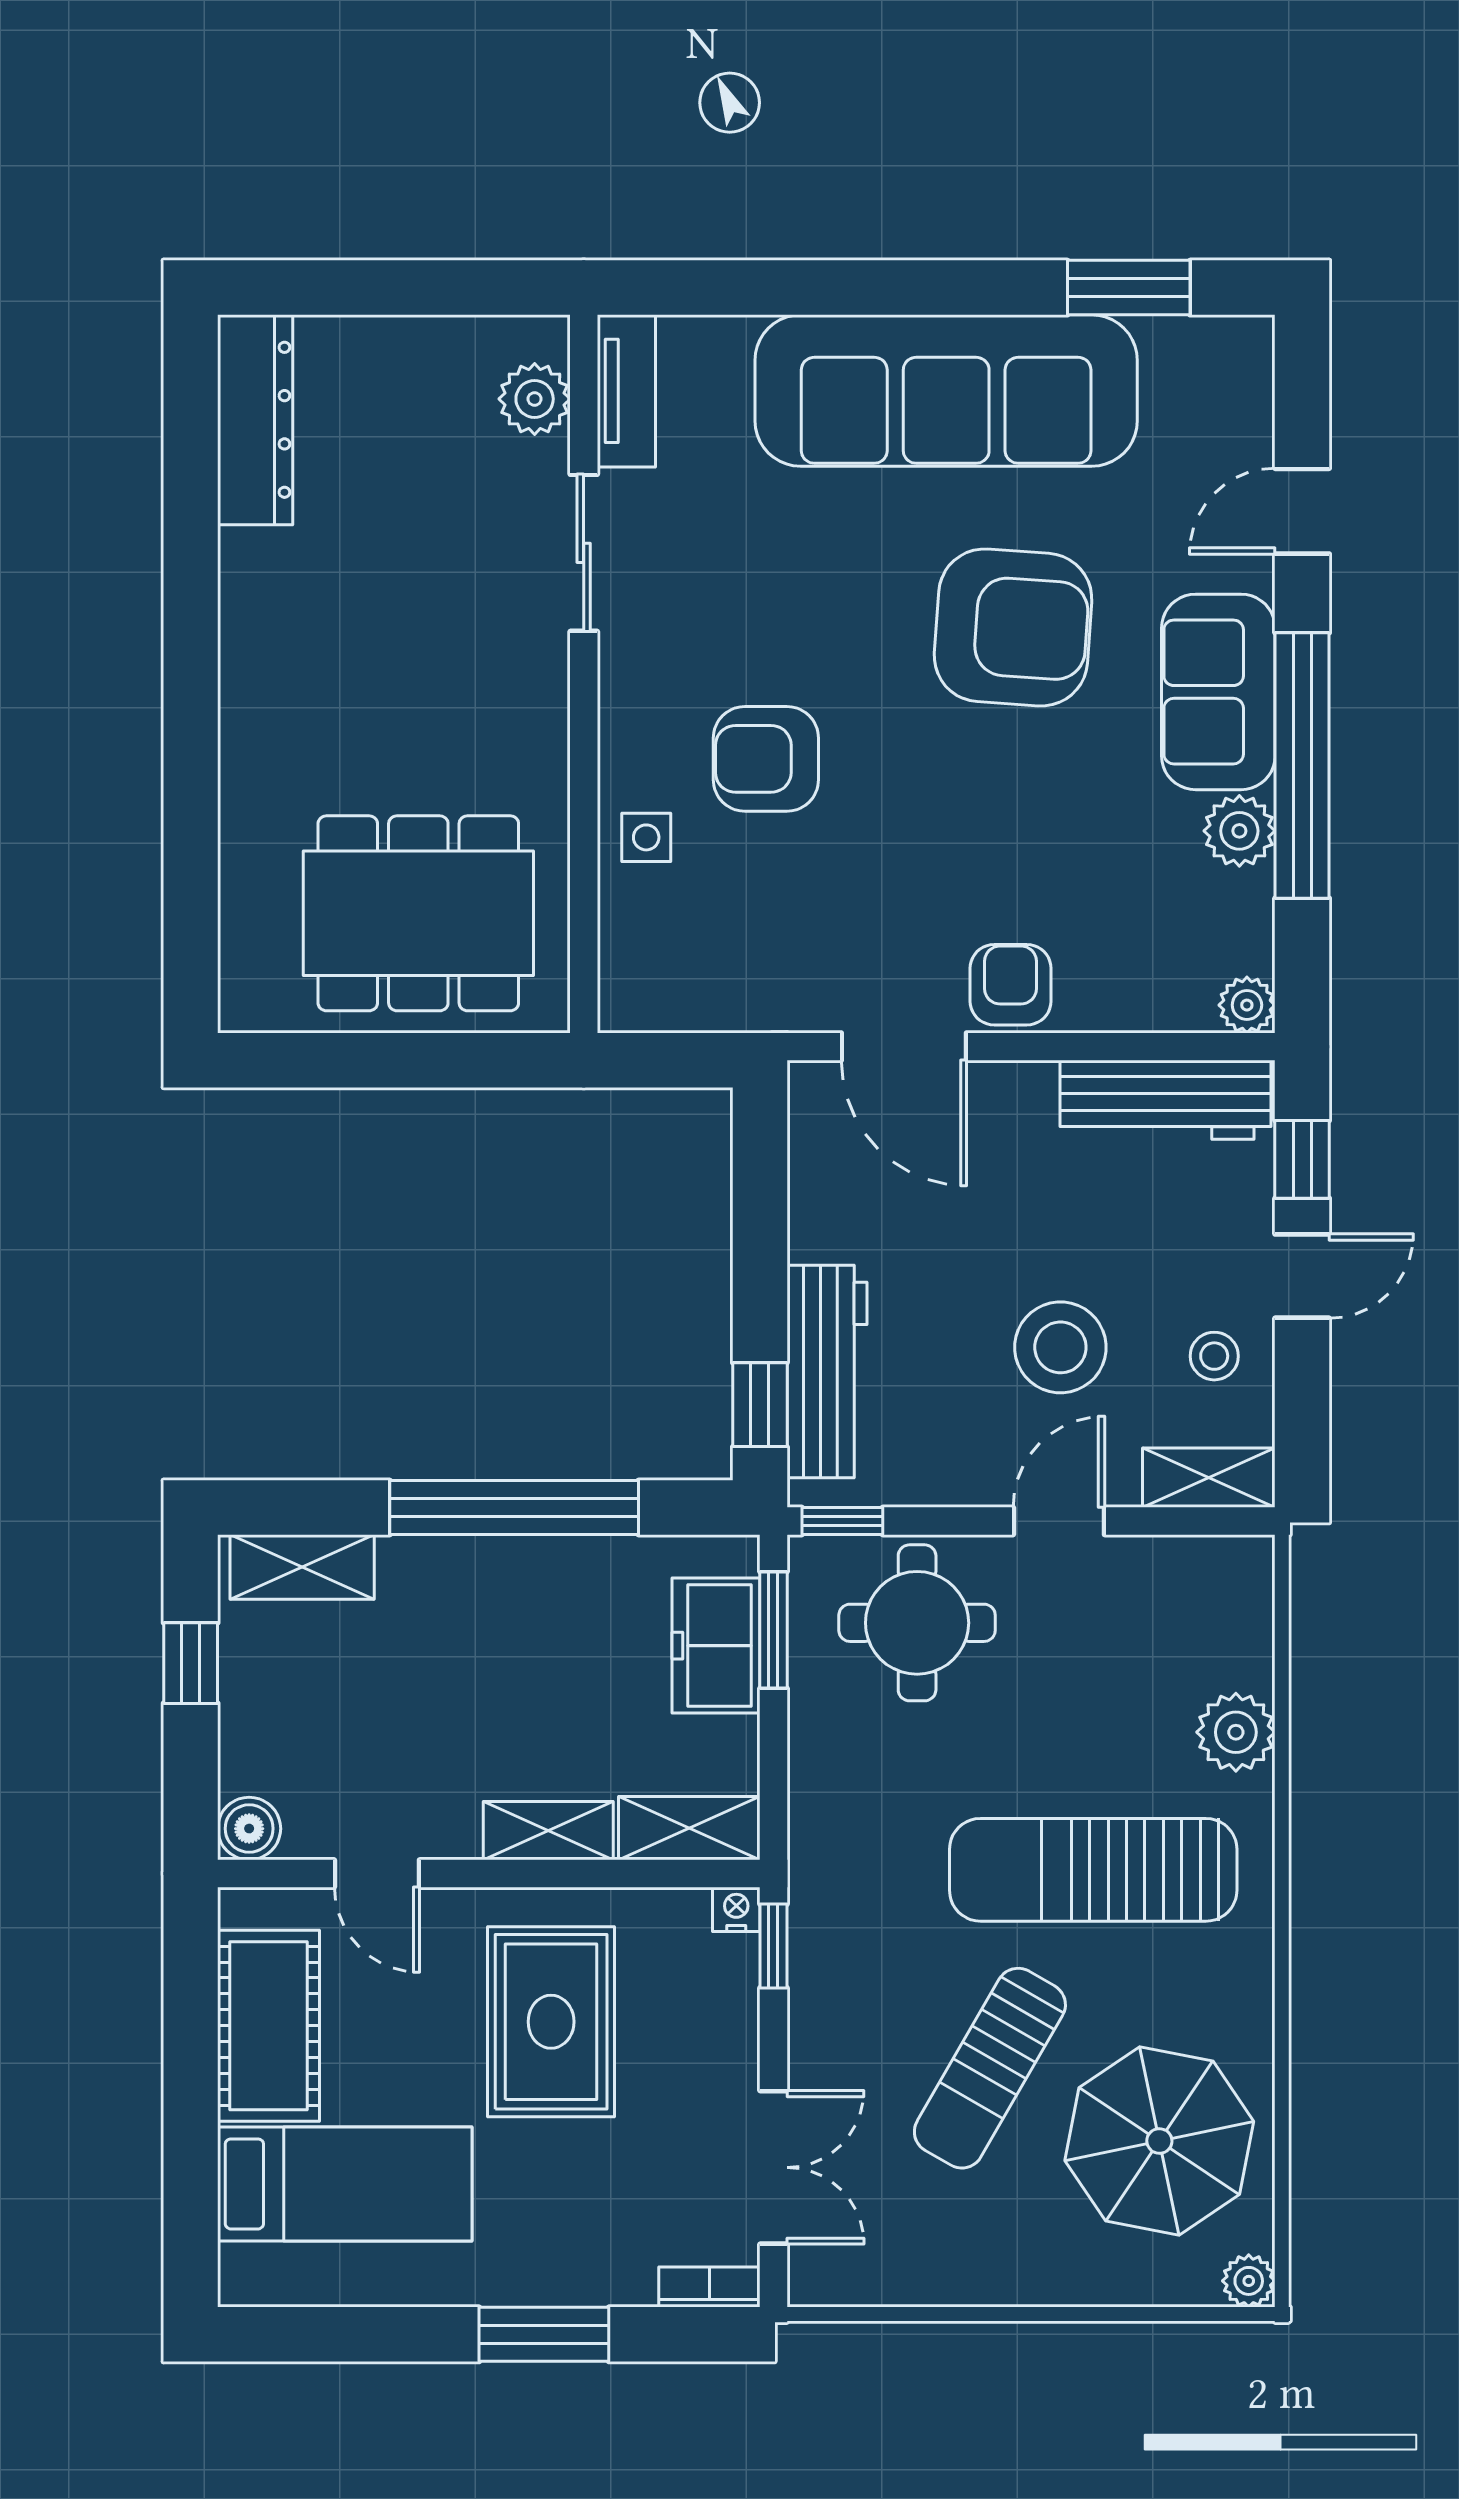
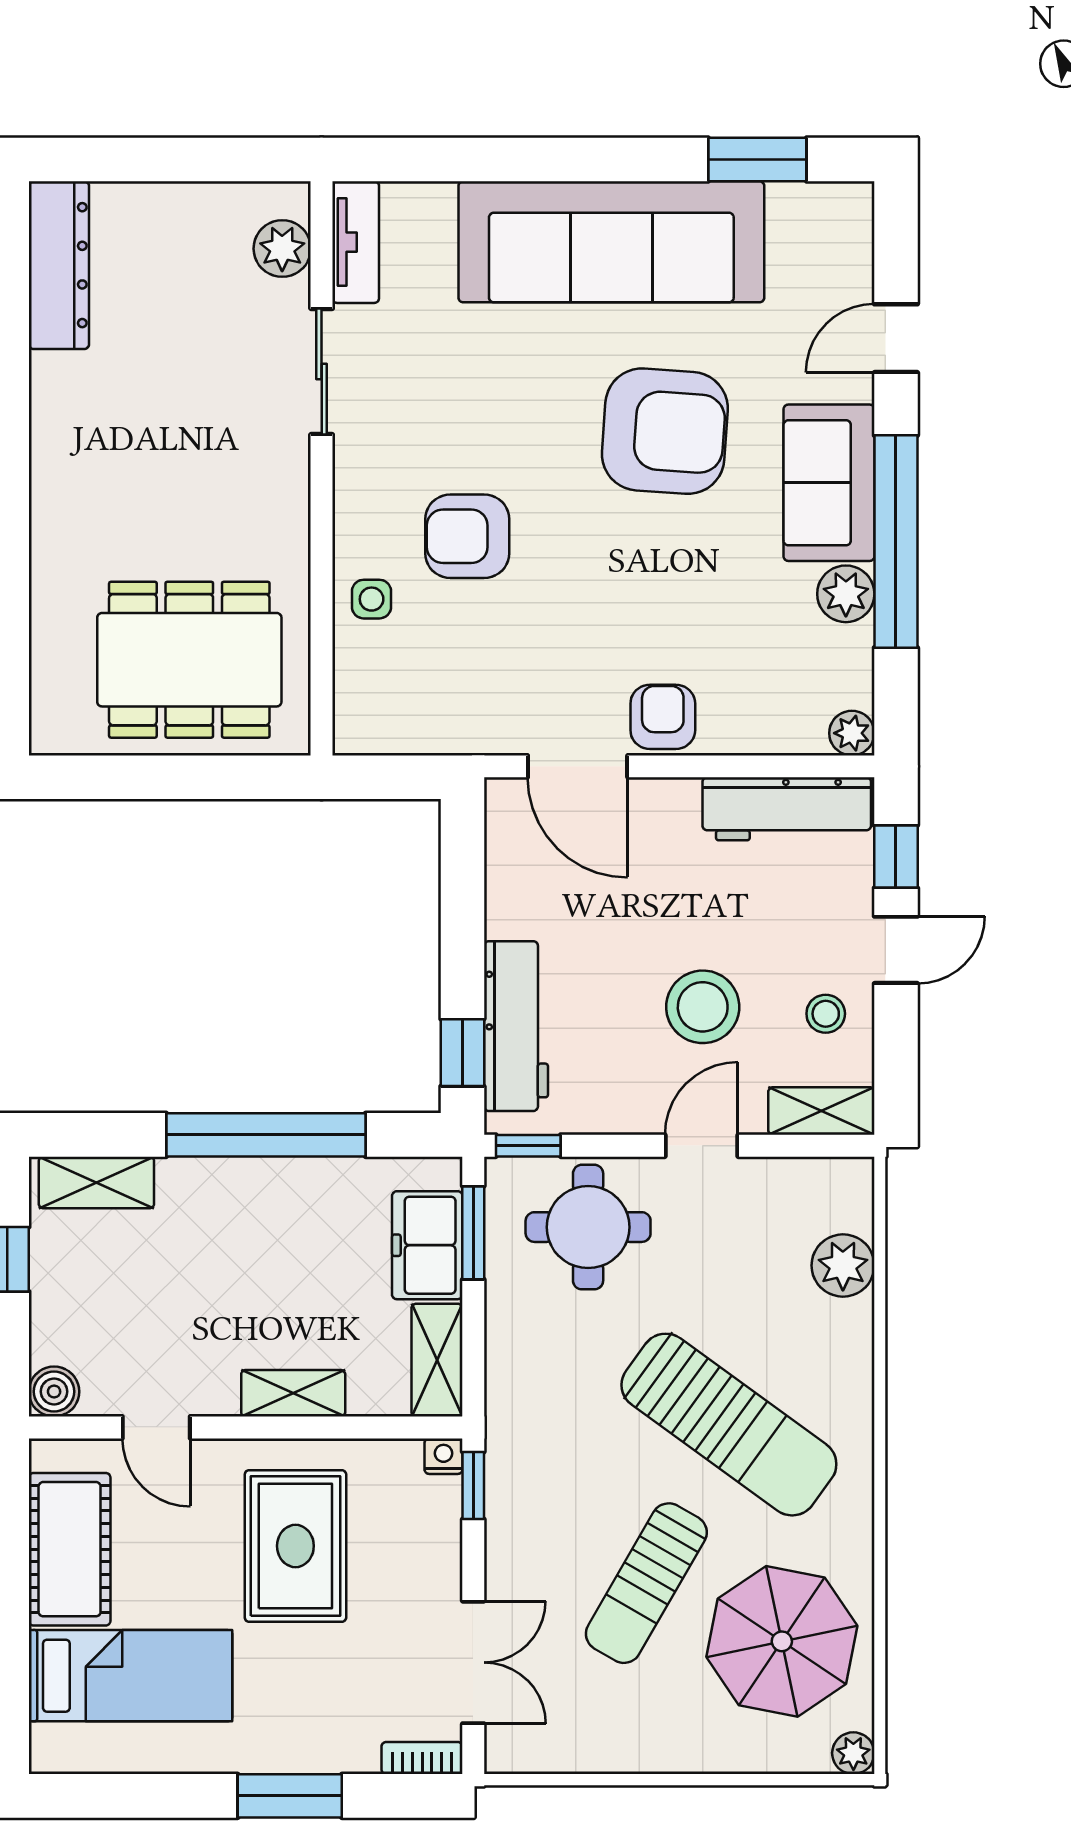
plant: (1236, 1732) -> (843, 1265), moved
shelving: (689, 1828) -> (437, 1360), moved, turned 90
sun lounger: (1093, 1870) -> (729, 1425), turned -144

